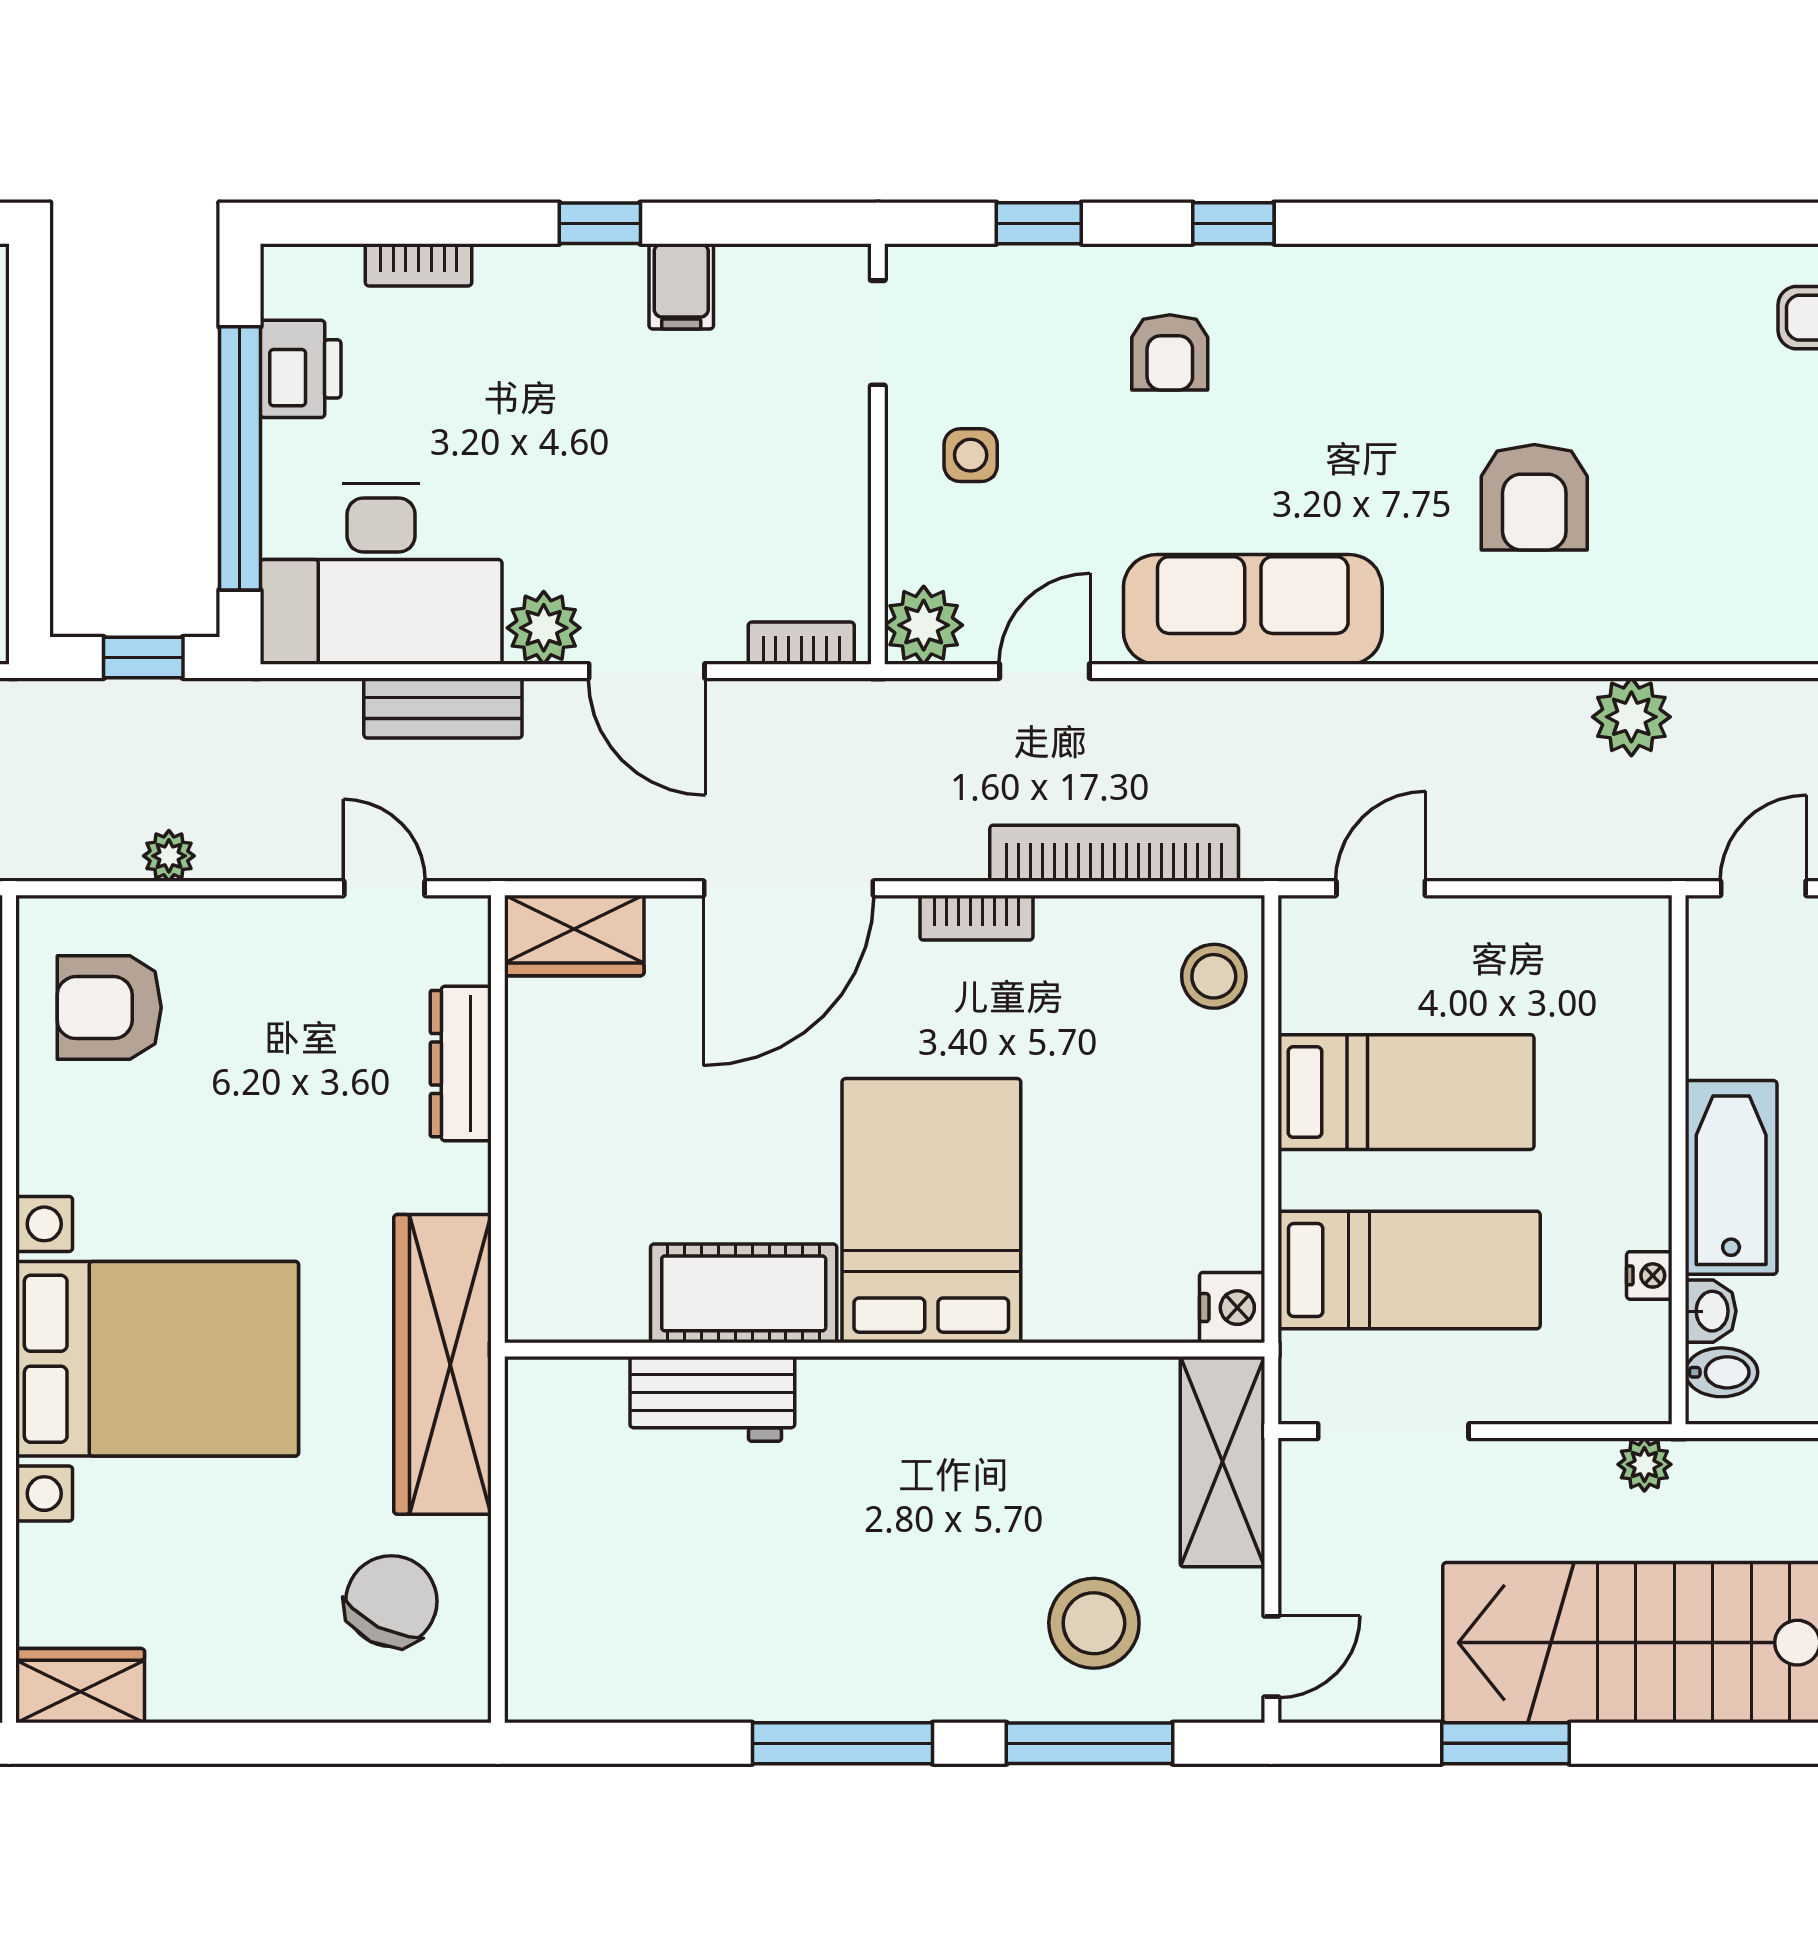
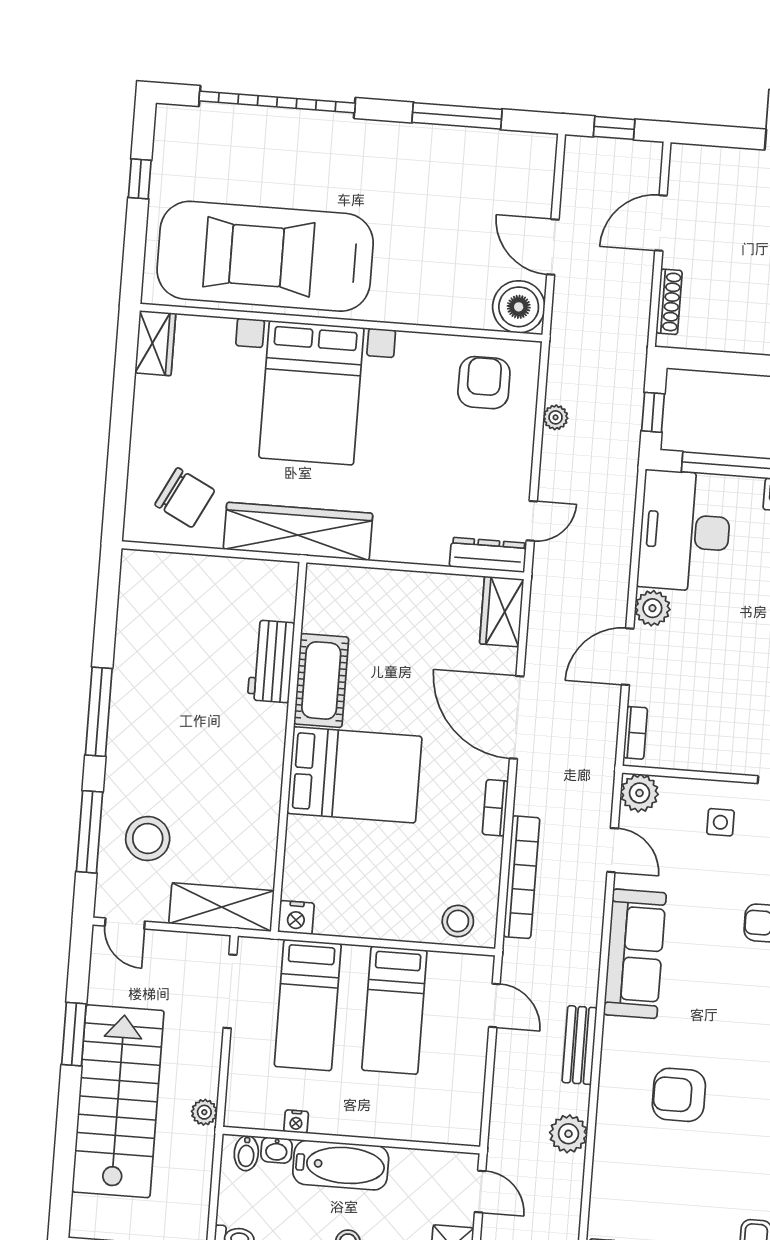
bench: (443, 708) -> (580, 1045), moved
dresser: (461, 1064) -> (488, 555), moved

